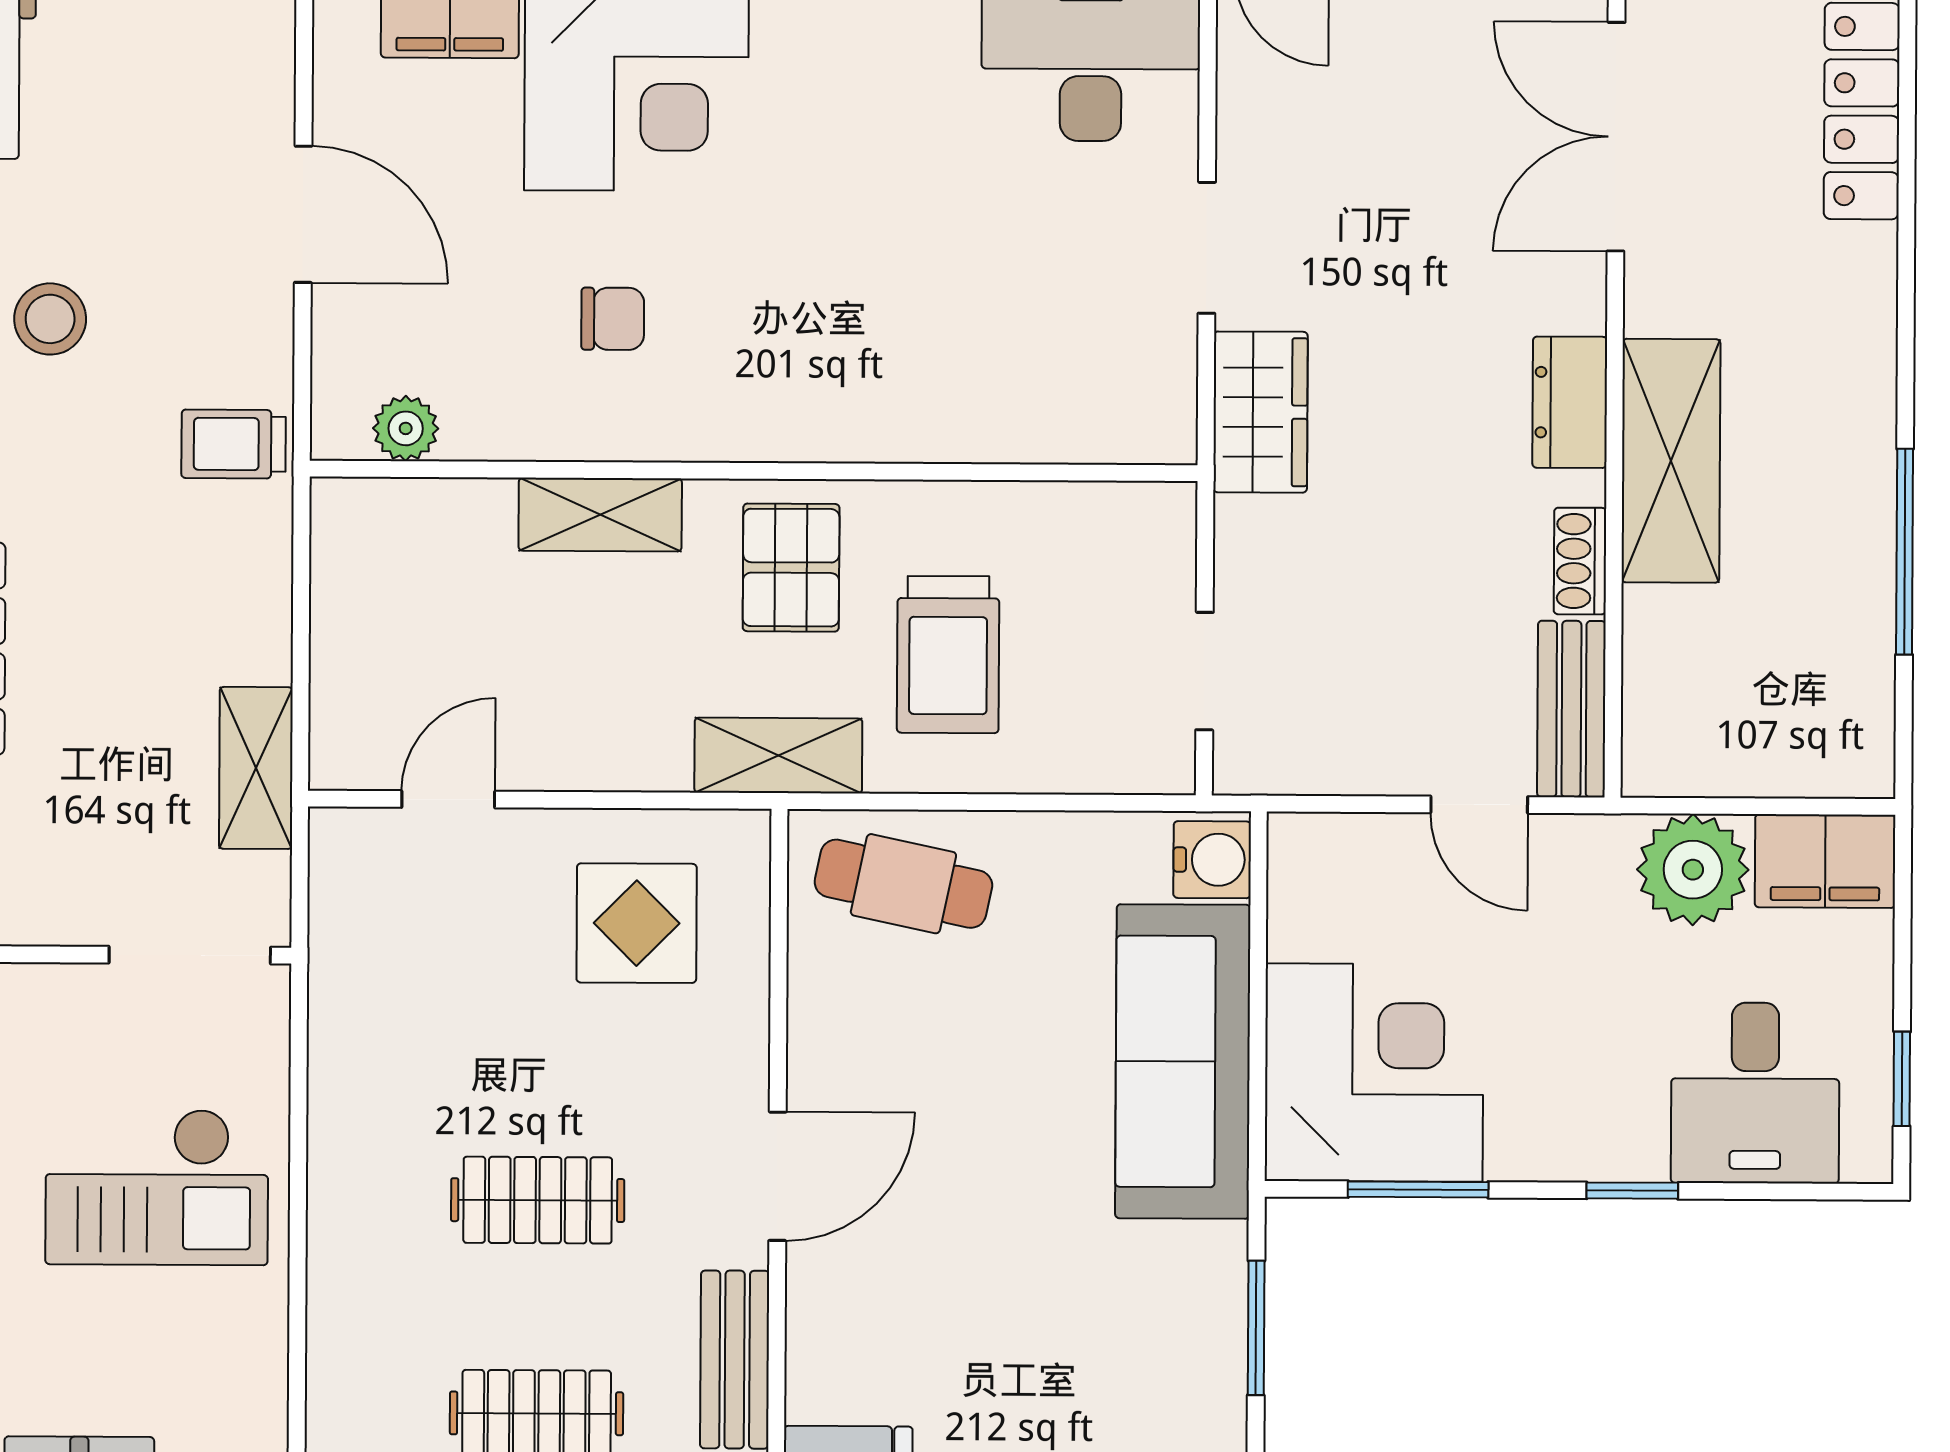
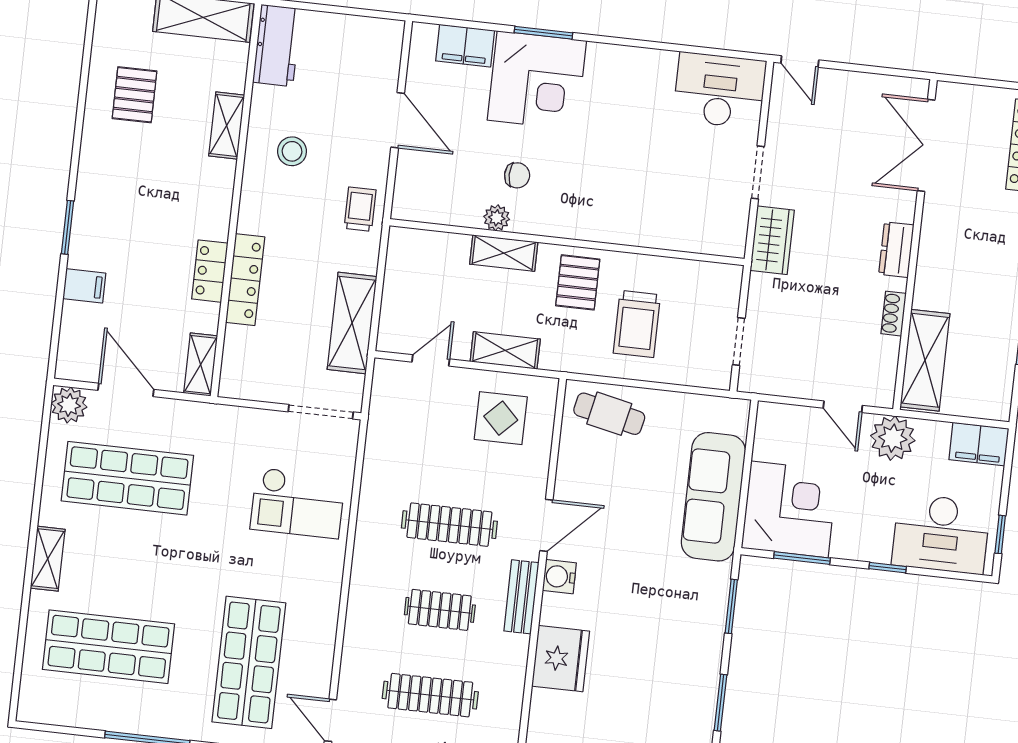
plant: (406, 428) -> (497, 218), moved
trolley: (234, 444) -> (360, 209), turned 90
shelving: (1671, 461) -> (925, 360), moved
bench: (1571, 709) -> (884, 372), removed
shelving: (778, 756) -> (505, 350), moved
shelving: (256, 768) -> (352, 323), width x1.50, depth x1.33
water cooler: (1212, 860) -> (559, 577), moved, turned 180
plant: (1693, 870) -> (893, 438), moved
desk: (1755, 1093) -> (941, 534), width x1.37
clothes rail: (538, 1200) -> (449, 525), width x1.36

